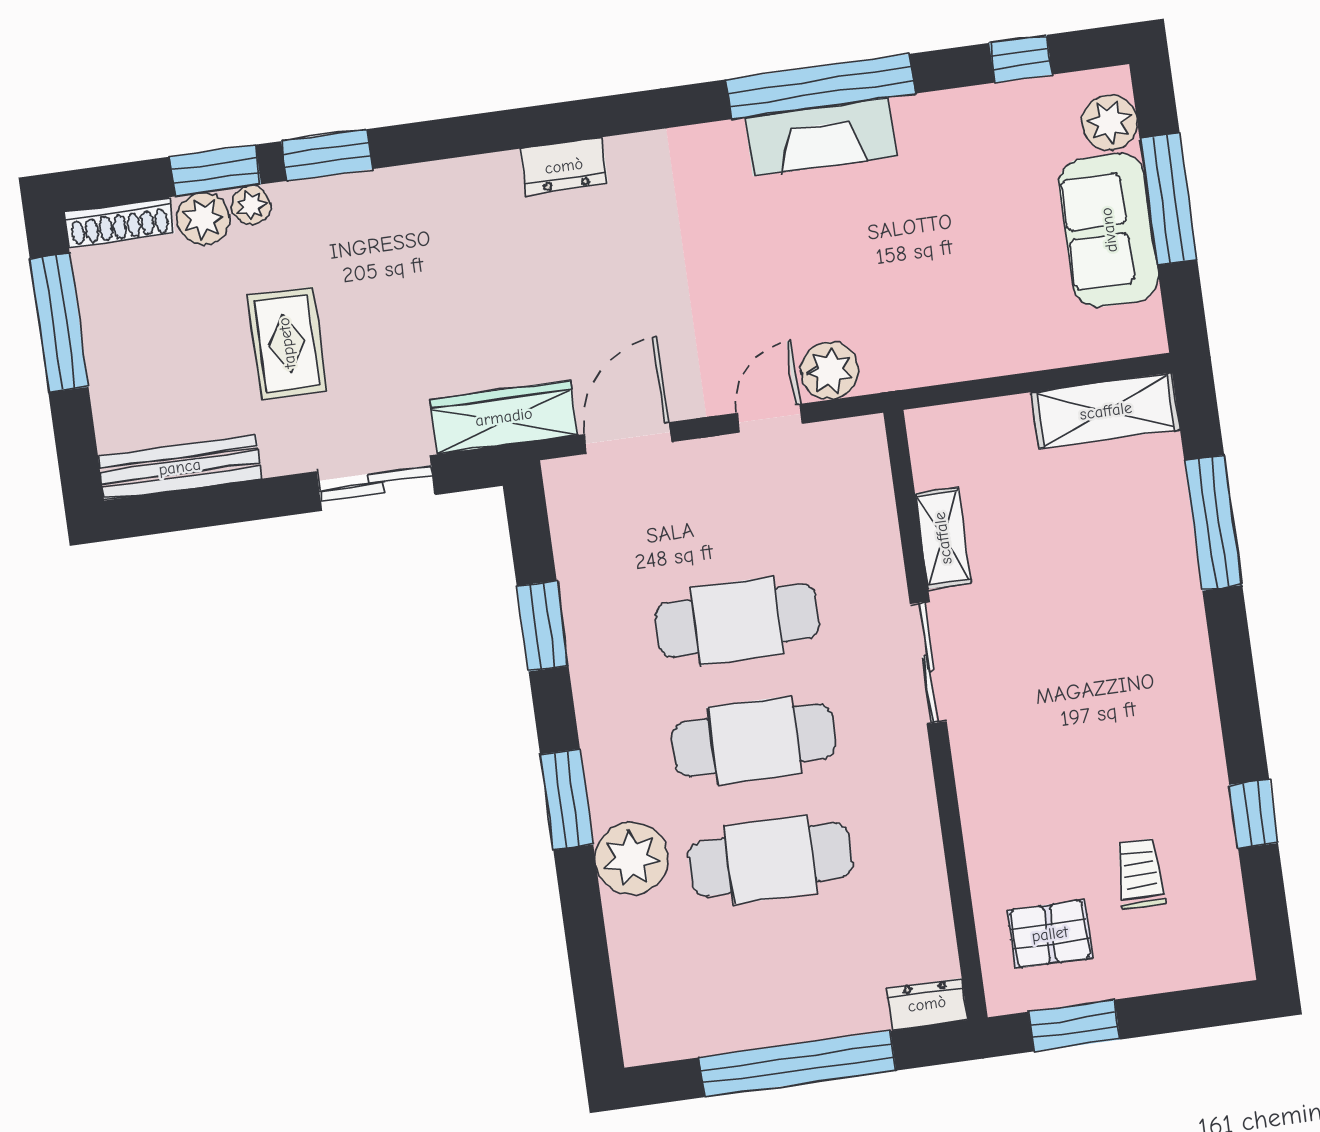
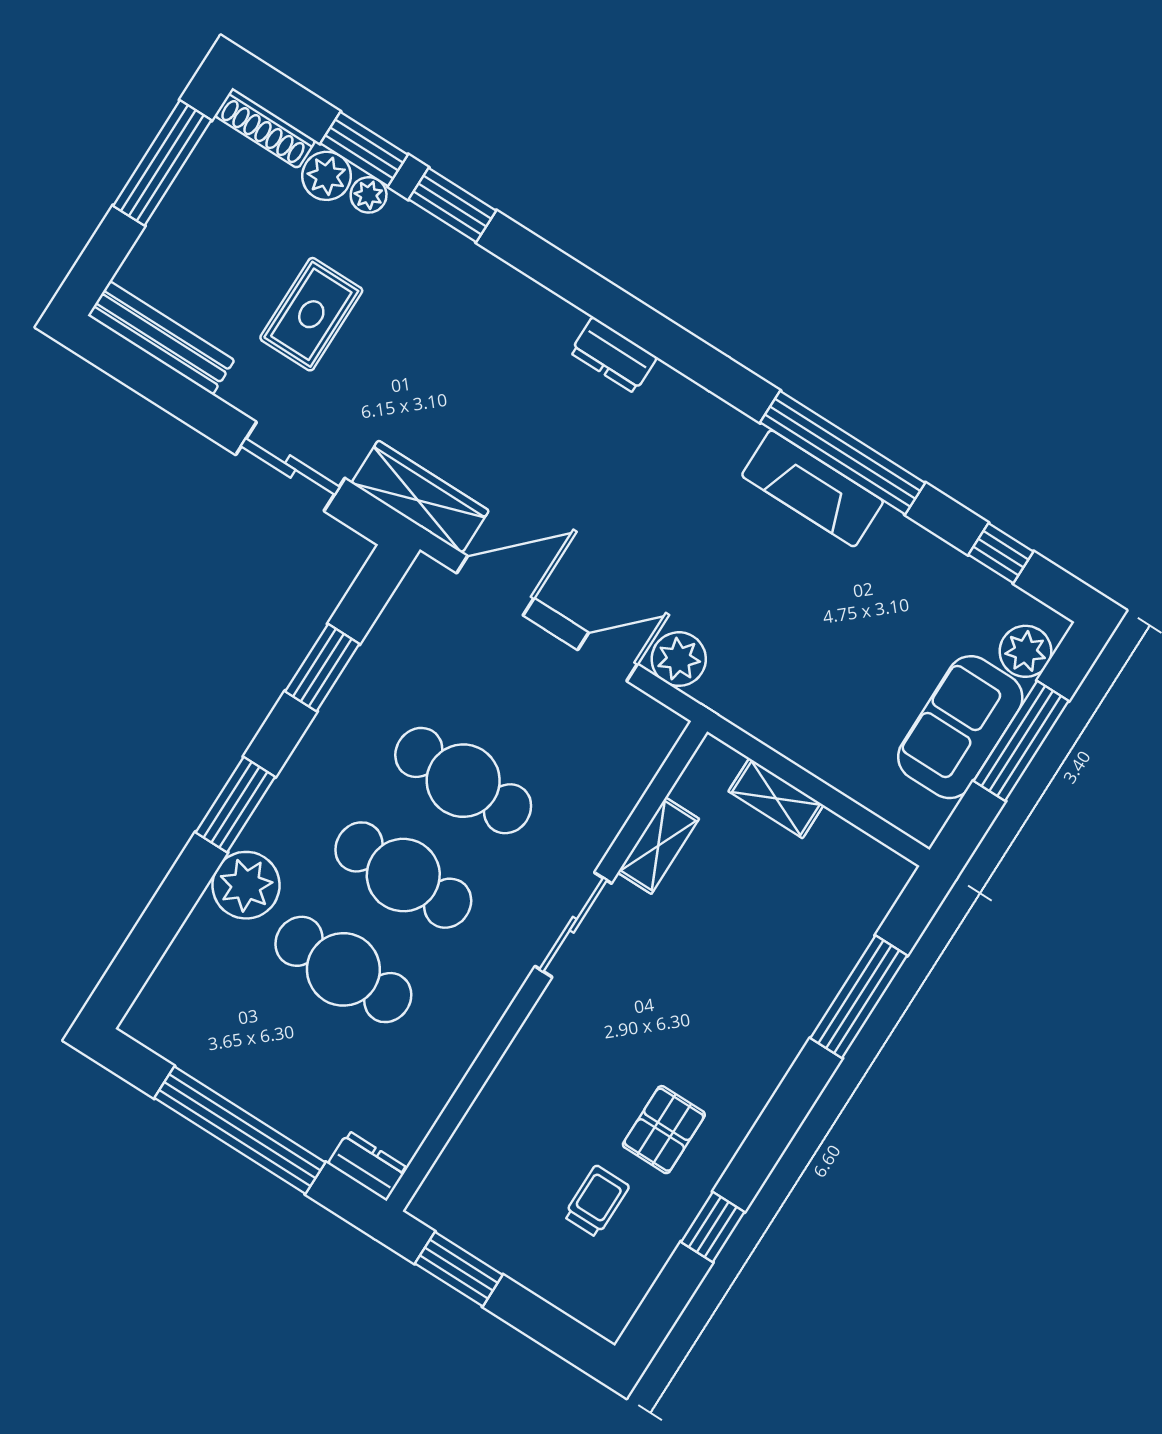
shelving: (1106, 411) -> (776, 798), moved, width x0.67, depth x0.75
pallet: (1050, 934) -> (664, 1130), moved, turned 90

